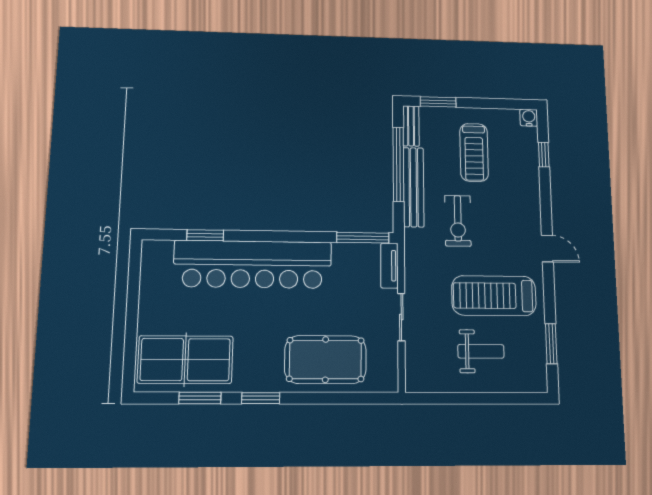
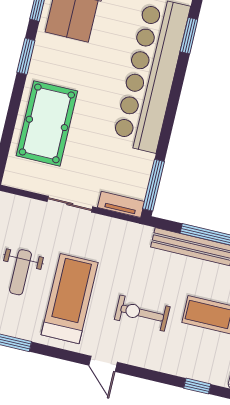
exercise bike: (458, 221) -> (142, 313), moved
door: (547, 249) -> (103, 364), hinge flipped

